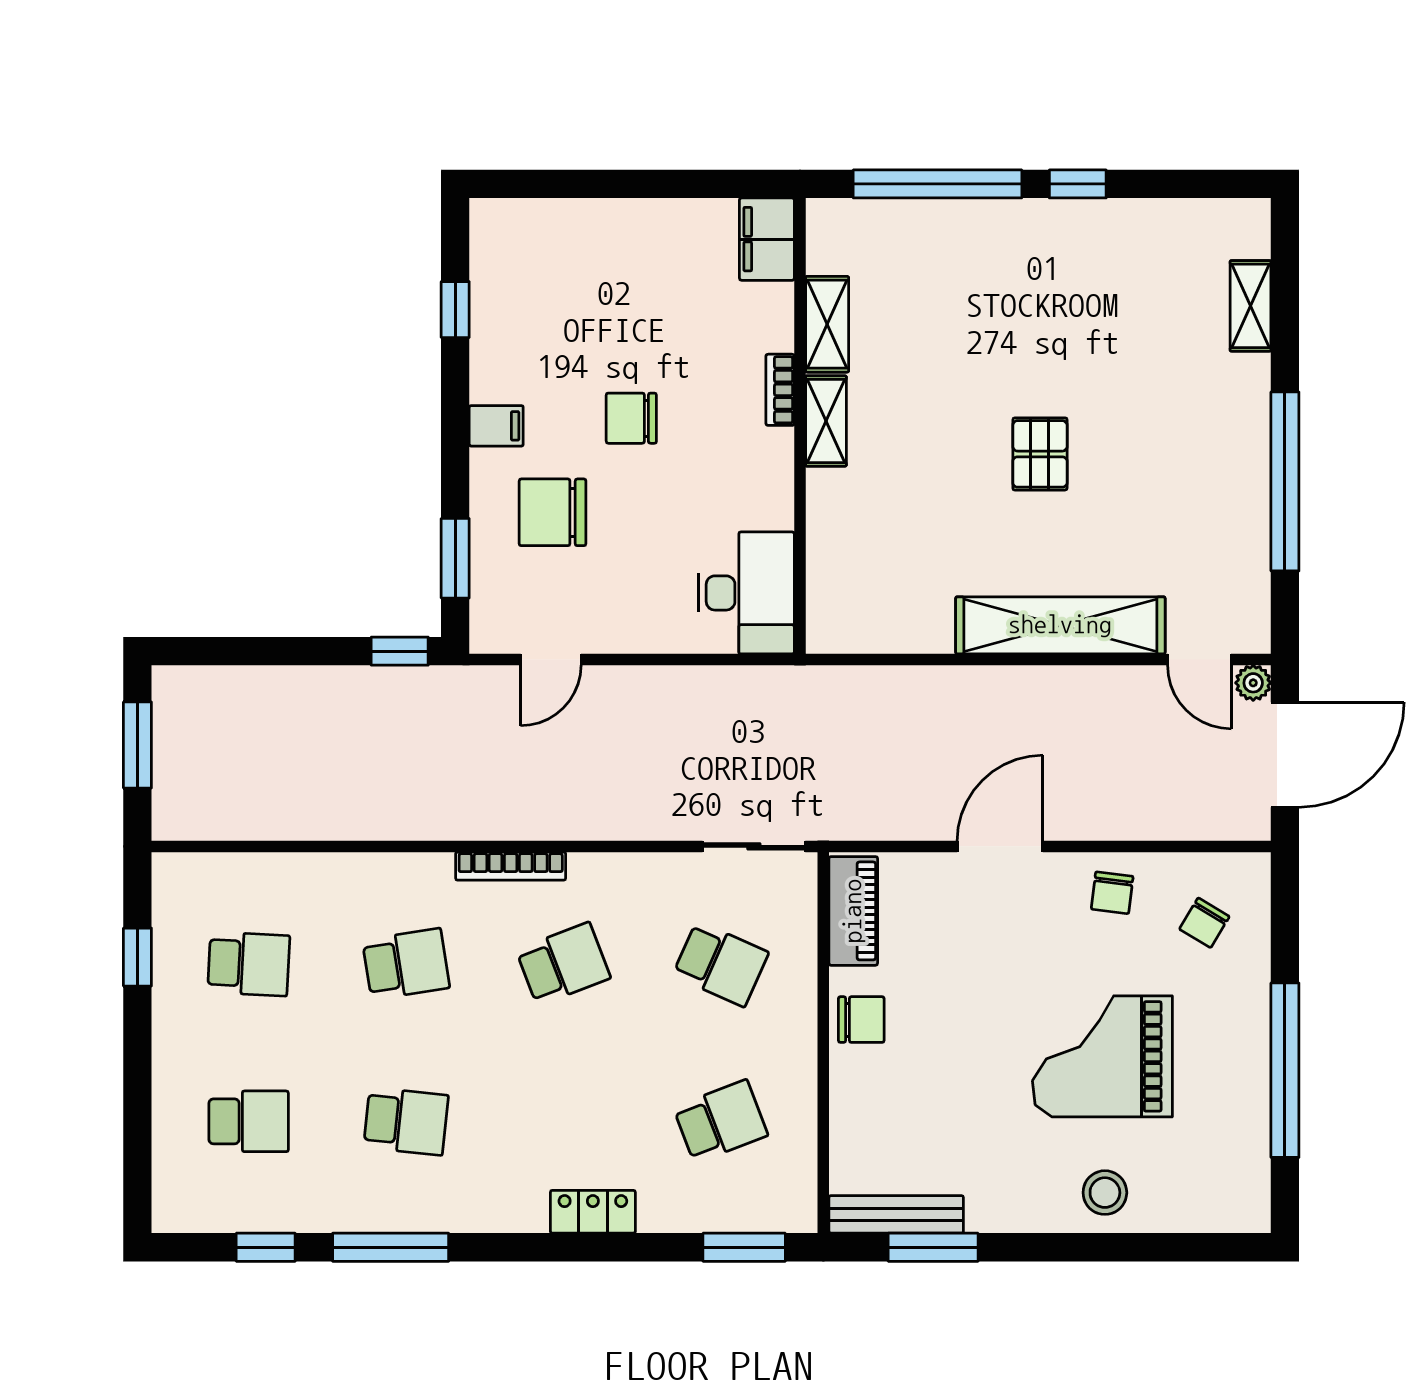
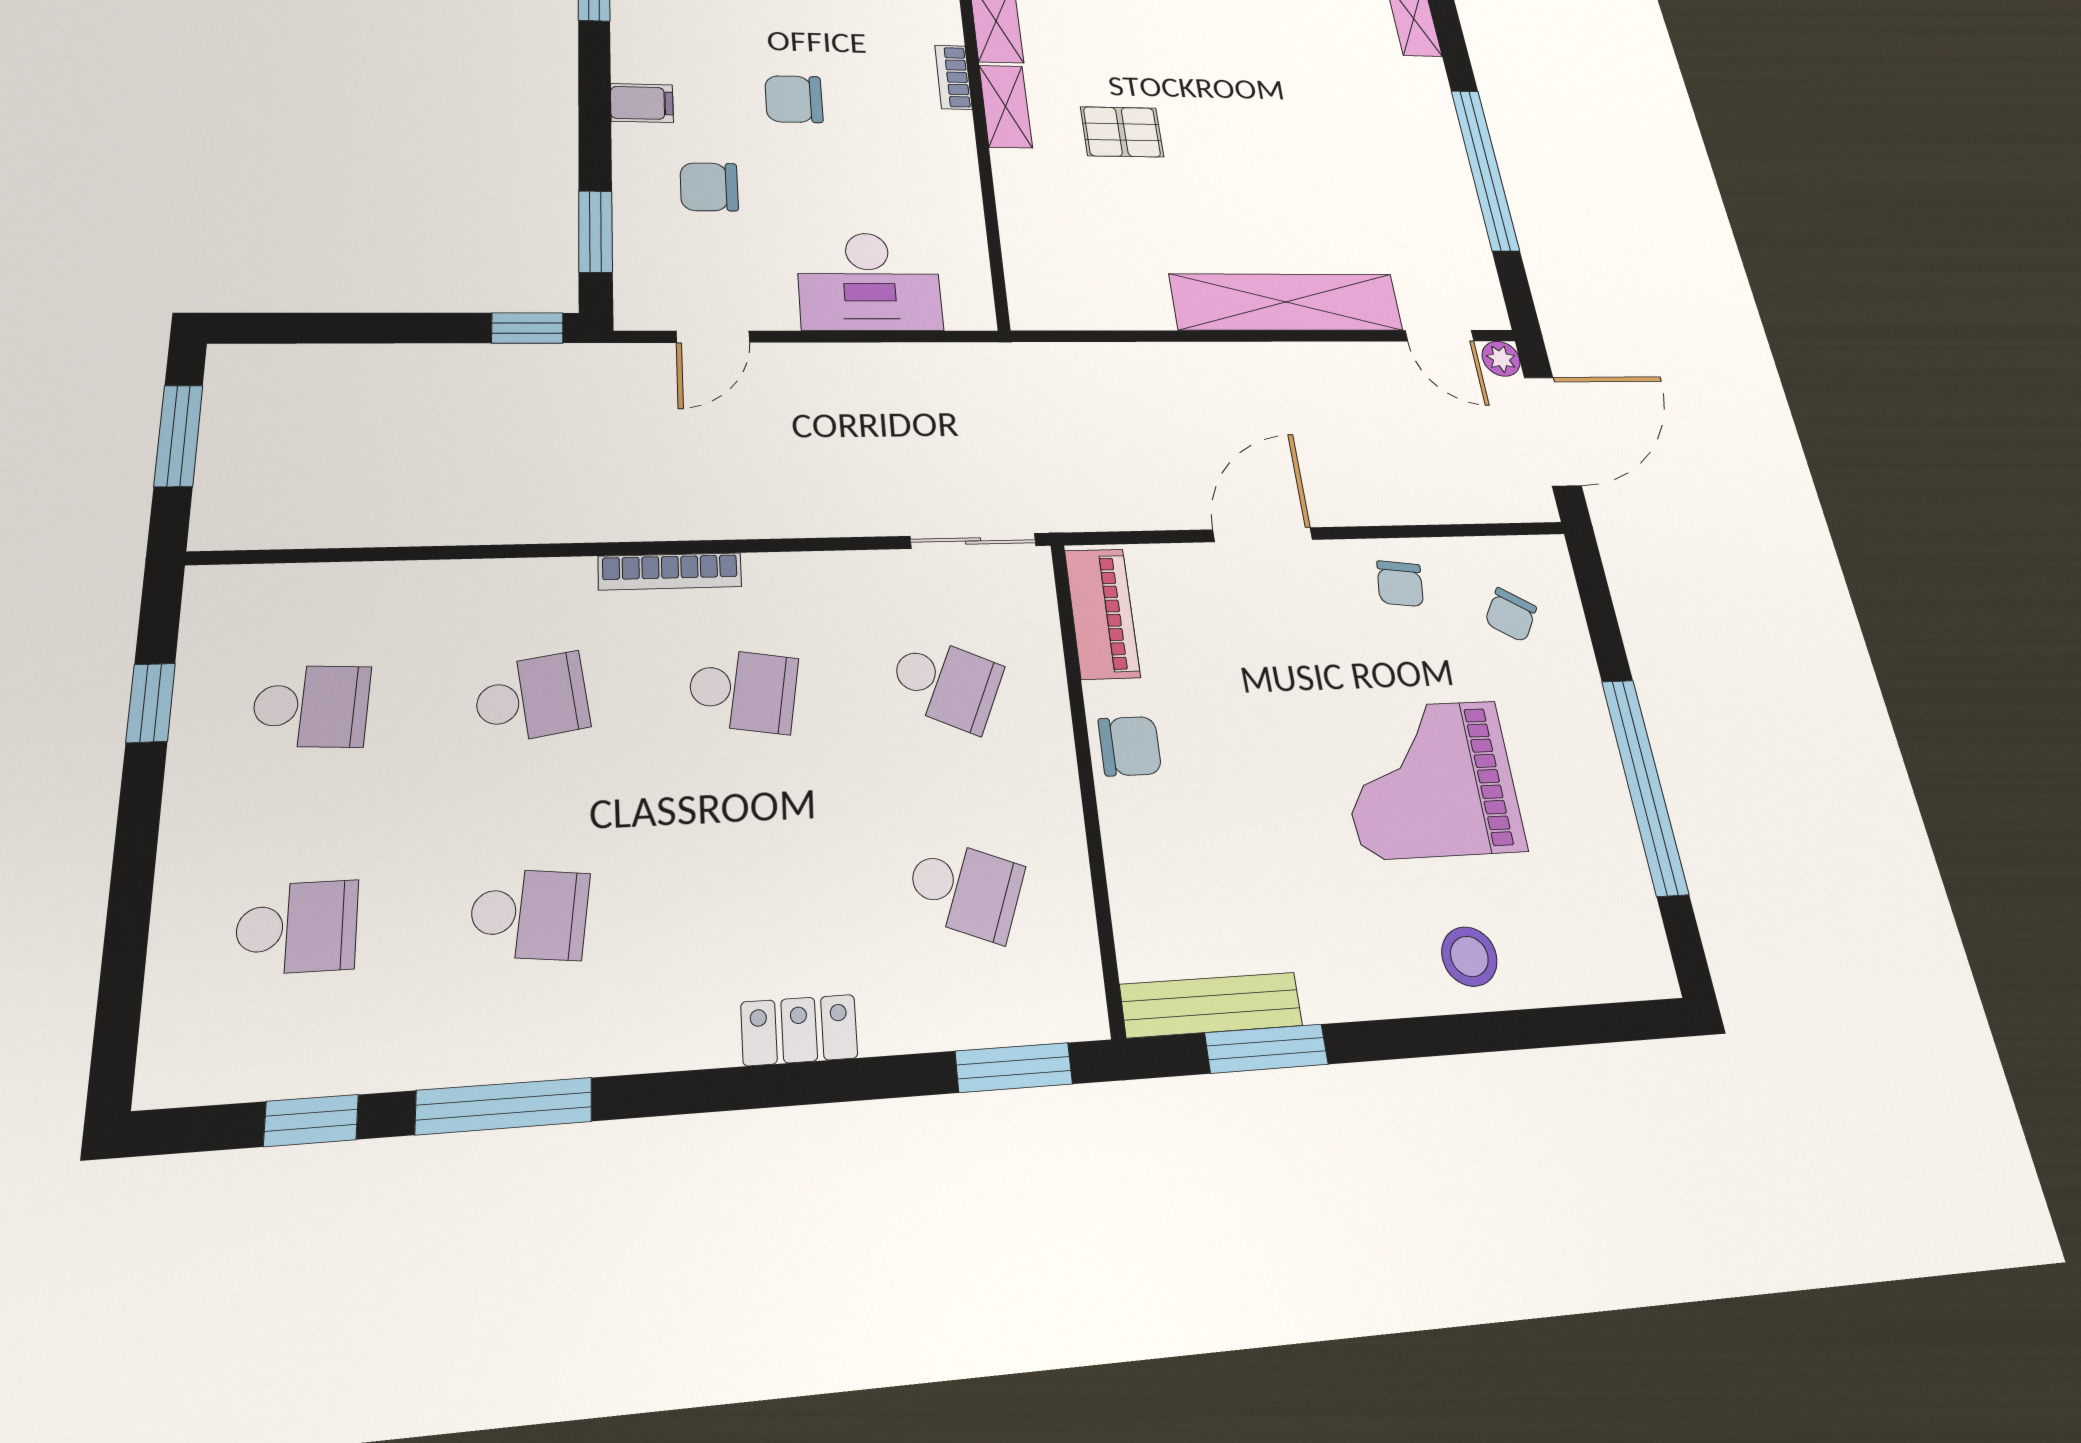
pallet: (1040, 454) -> (1122, 132), moved, turned 90
chair: (553, 512) -> (709, 187), width x0.73, depth x0.73
desk: (746, 593) -> (869, 281), moved, turned 90
school desk: (563, 964) -> (743, 691), turned 30
school desk: (721, 1121) -> (965, 889), turned 42

